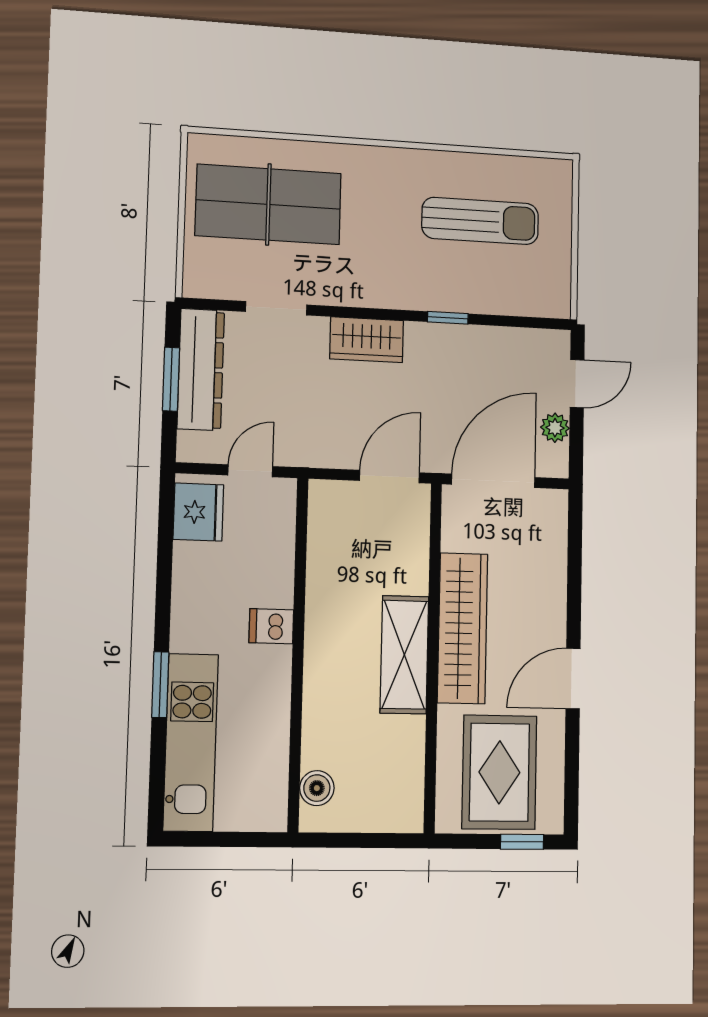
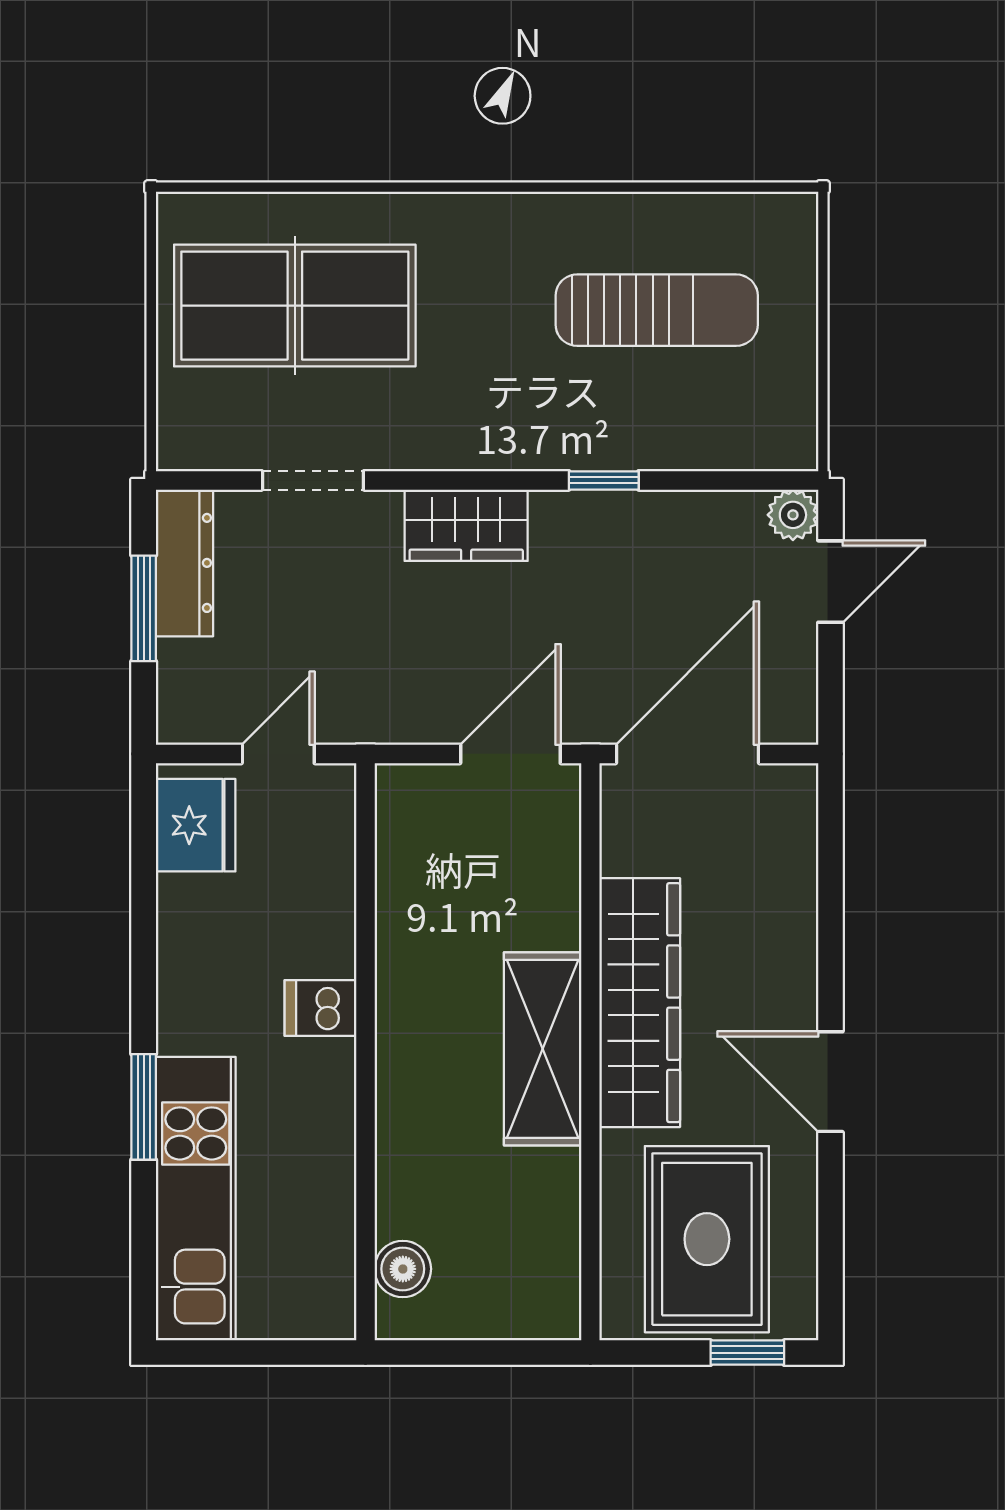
dresser: (201, 369) -> (185, 563), width x0.73, depth x0.80
plant: (555, 428) -> (793, 515), moved
door: (573, 679) -> (830, 1082), hinge flipped

